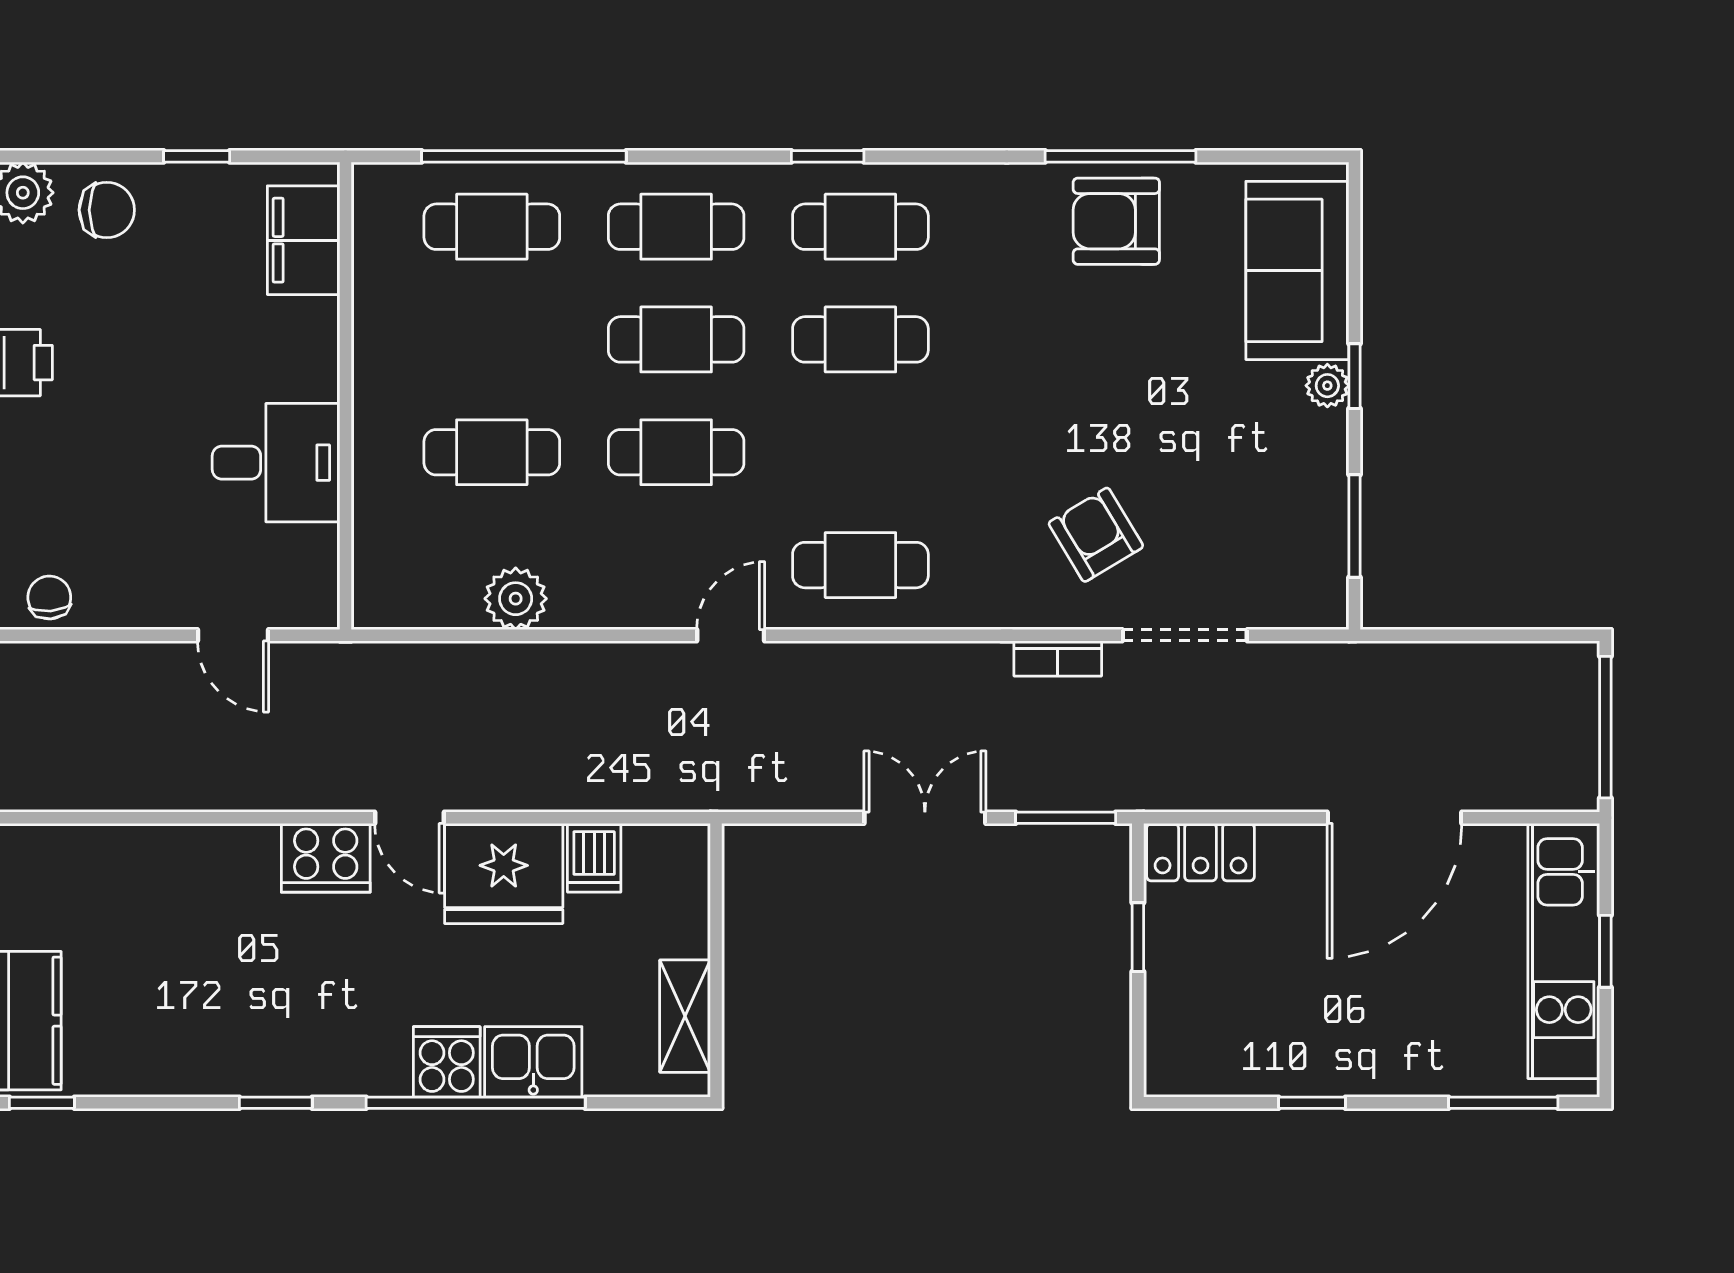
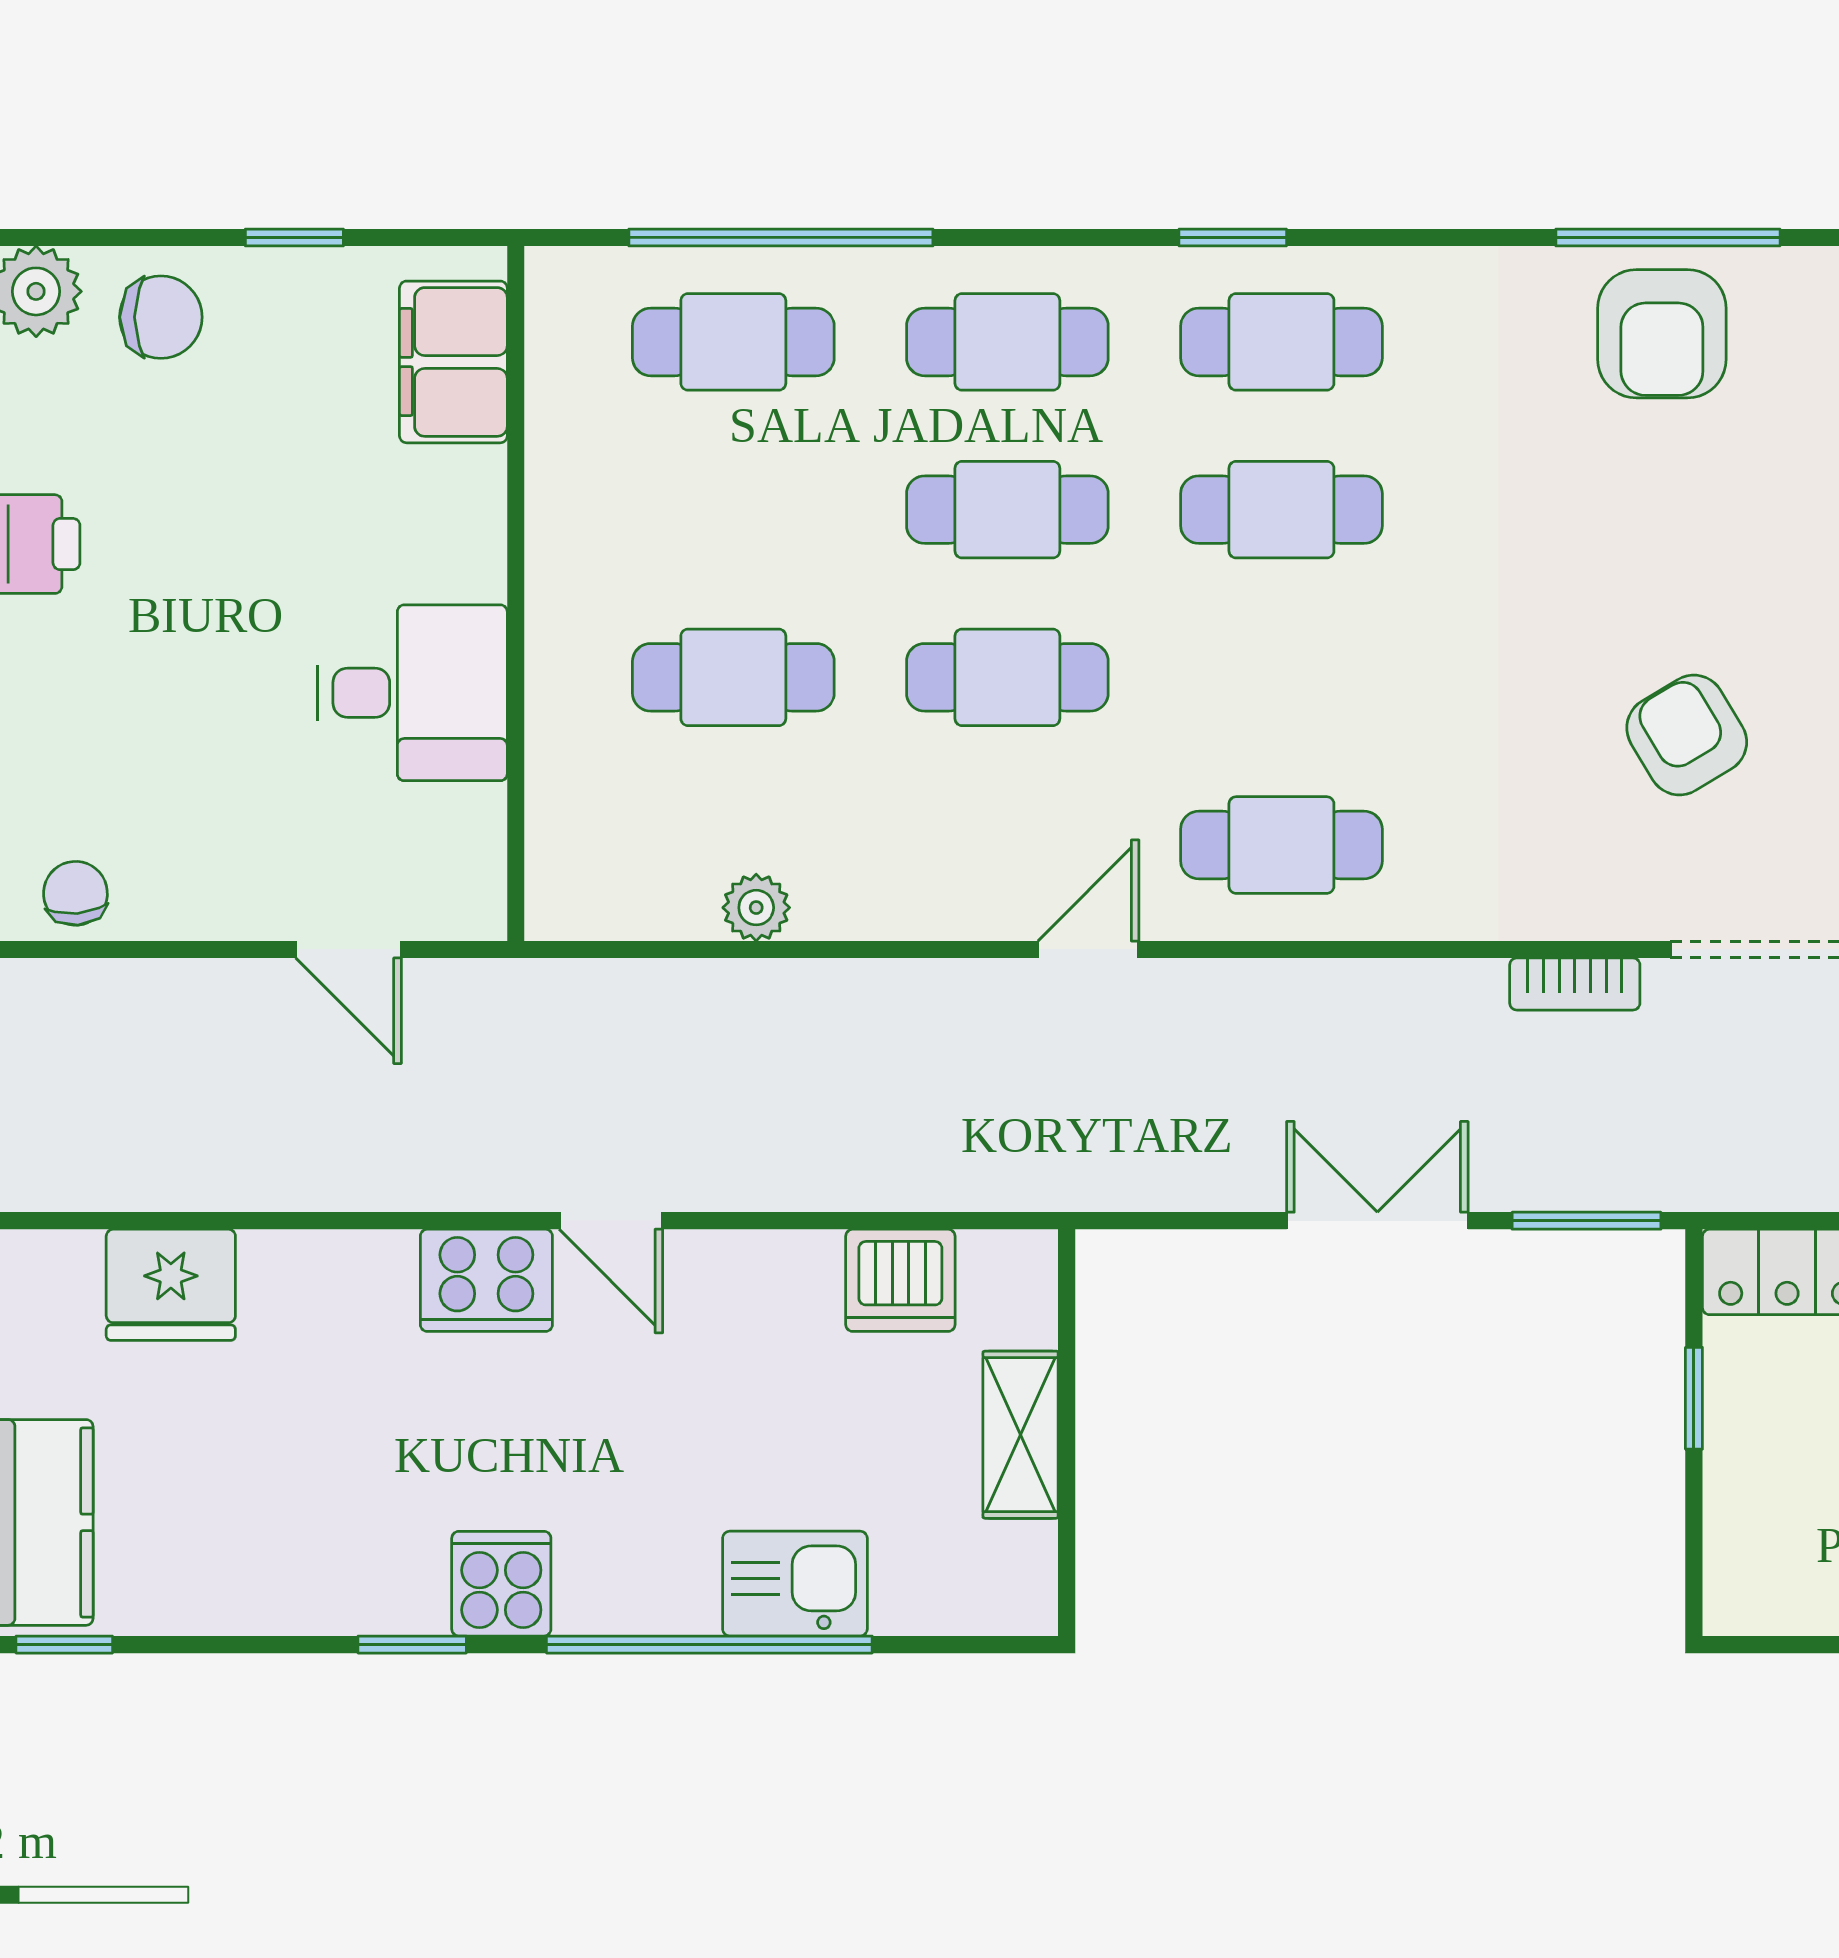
armchair: (1116, 221) -> (1662, 334), turned -90
armchair: (1096, 535) -> (1687, 735), moved
plant: (516, 599) -> (756, 908), width x0.73, depth x0.73
dishwasher: (594, 858) -> (900, 1280), width x1.38
fridge: (504, 873) -> (171, 1285), moved, width x0.73, depth x0.75
shelving: (685, 1016) -> (1021, 1435), moved
cooker: (447, 1062) -> (501, 1584), moved

